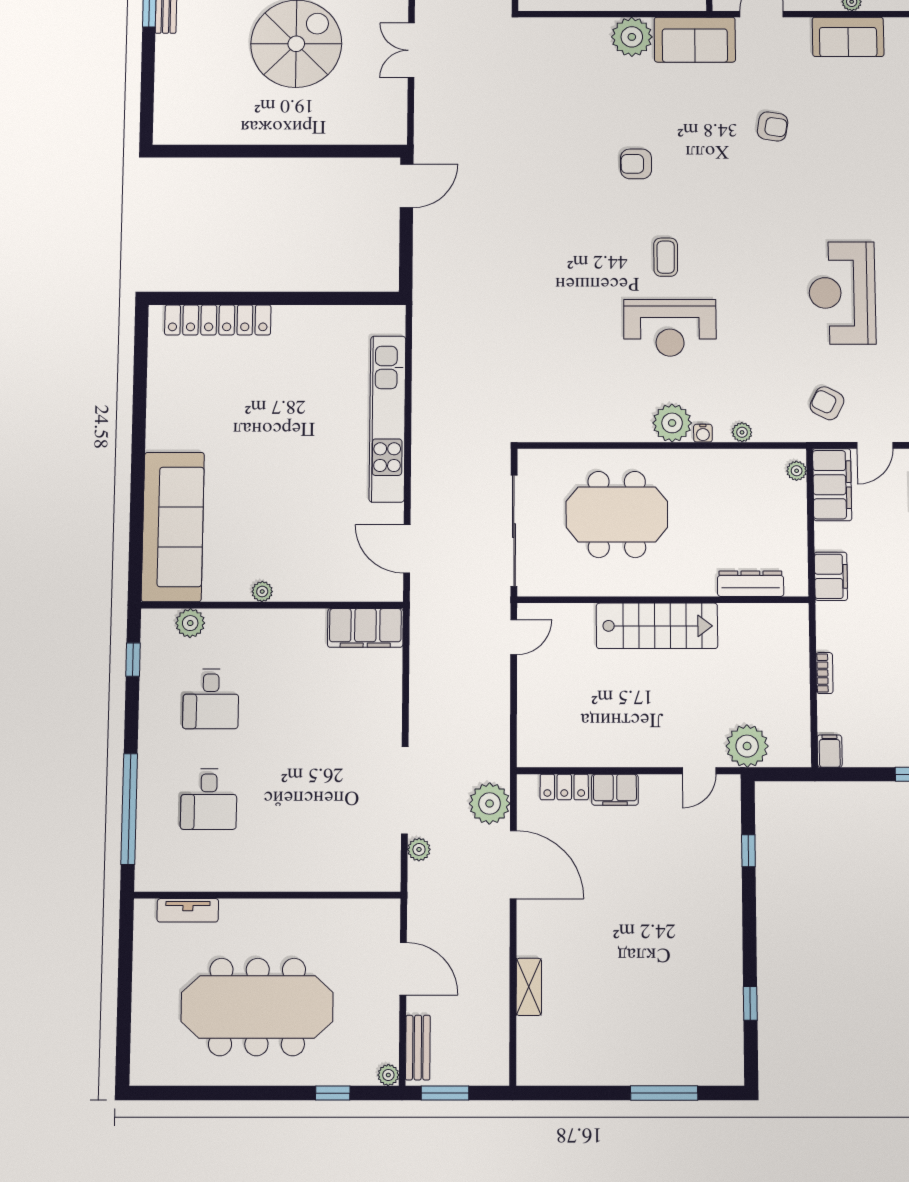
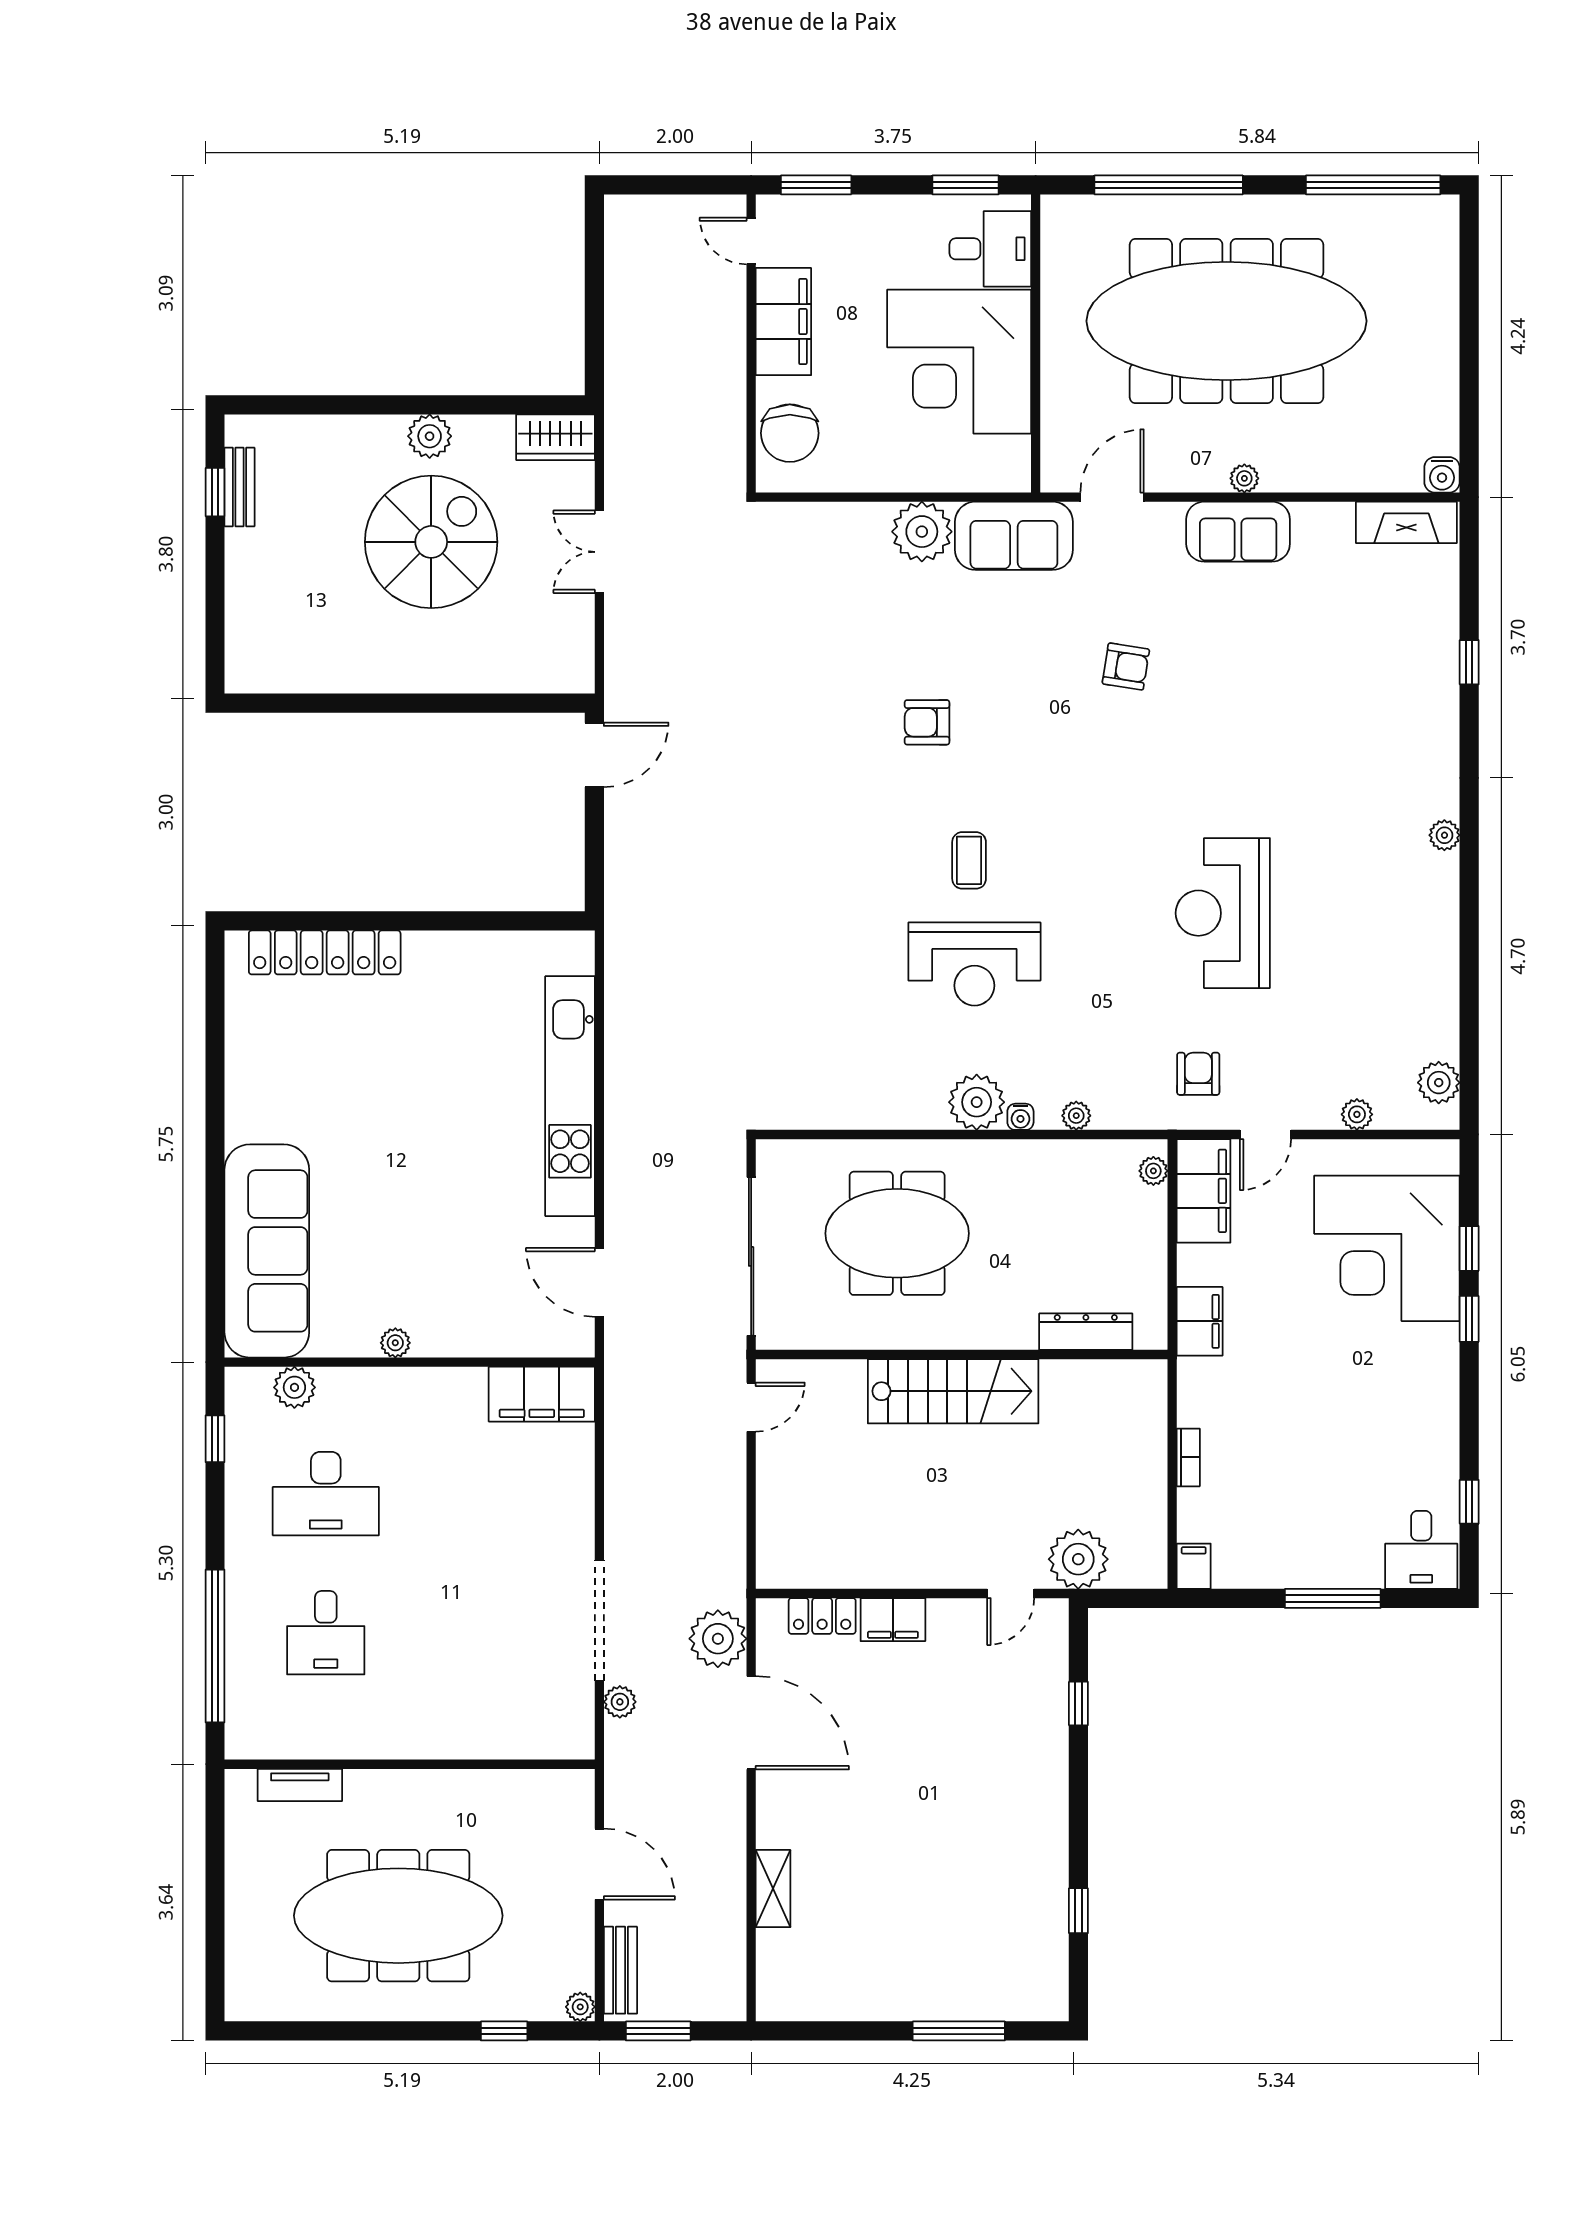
armchair: (827, 403) -> (1198, 1074), turned 63
desk: (211, 699) -> (326, 1494), width x1.37

